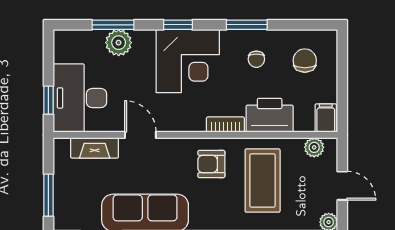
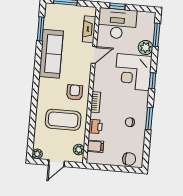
window: (113, 25) -> (156, 35), moved
corner desk: (188, 61) -> (133, 72), moved
chair: (305, 61) -> (129, 159), moved
printer: (270, 115) -> (96, 126), width x0.53, depth x0.68
filing cabinet: (326, 118) -> (95, 146), moved

